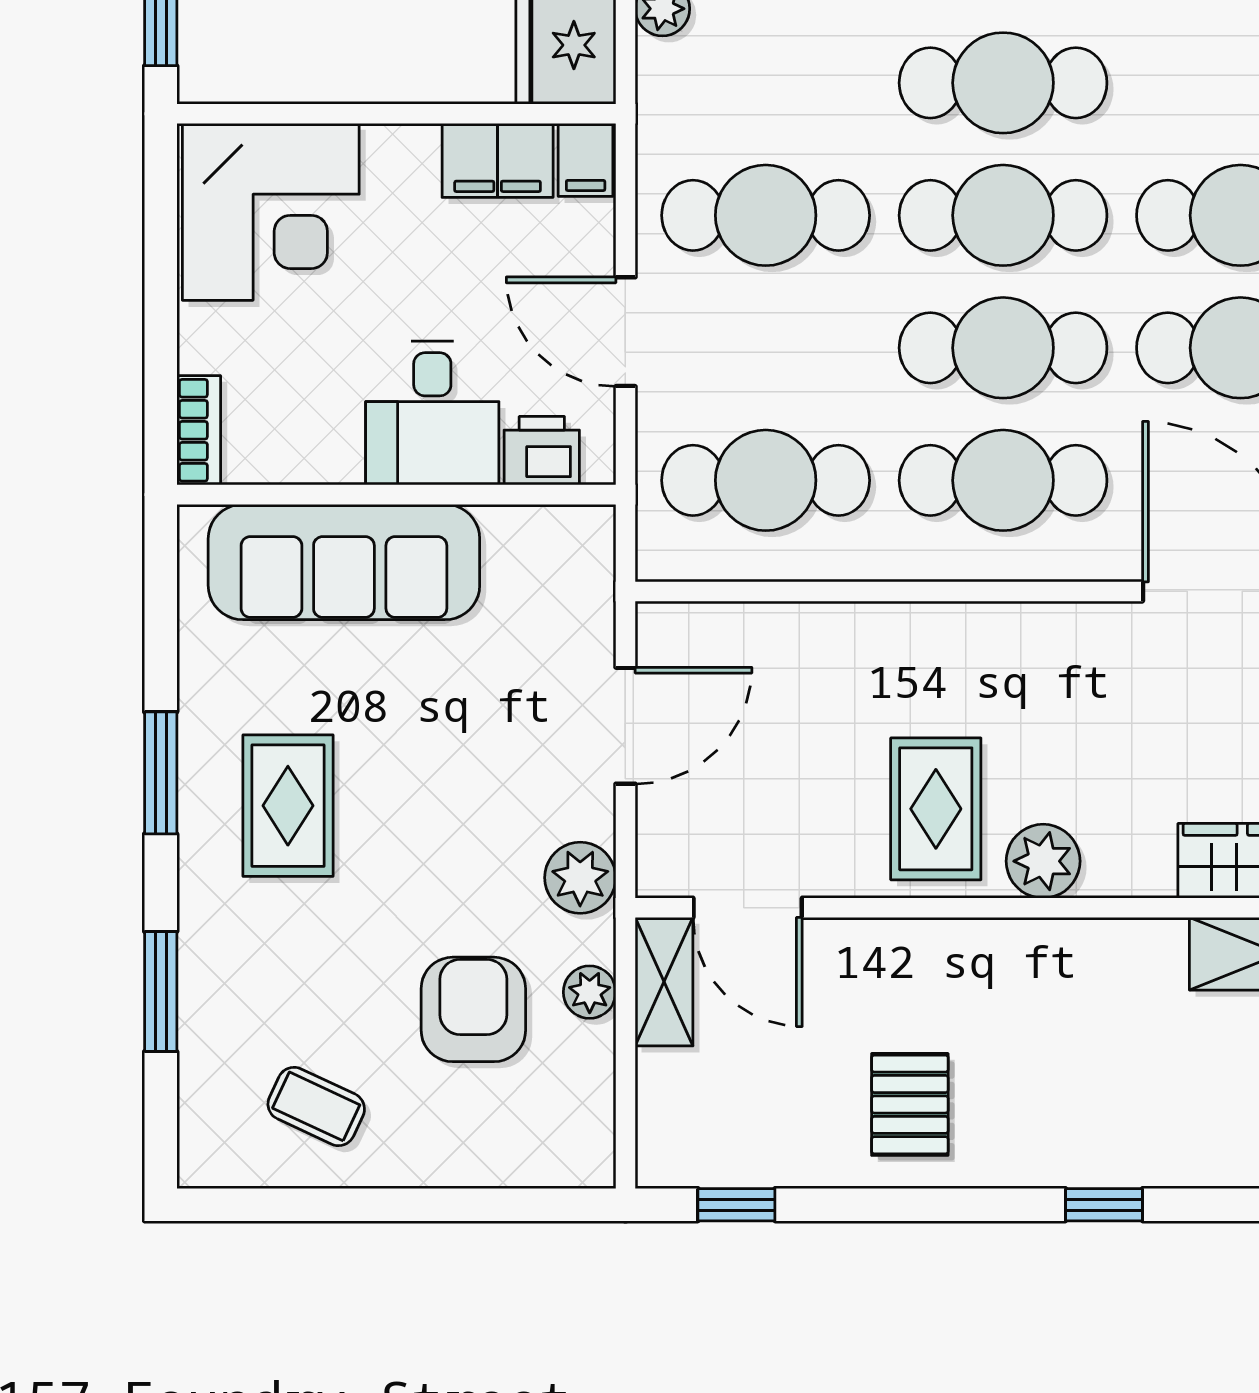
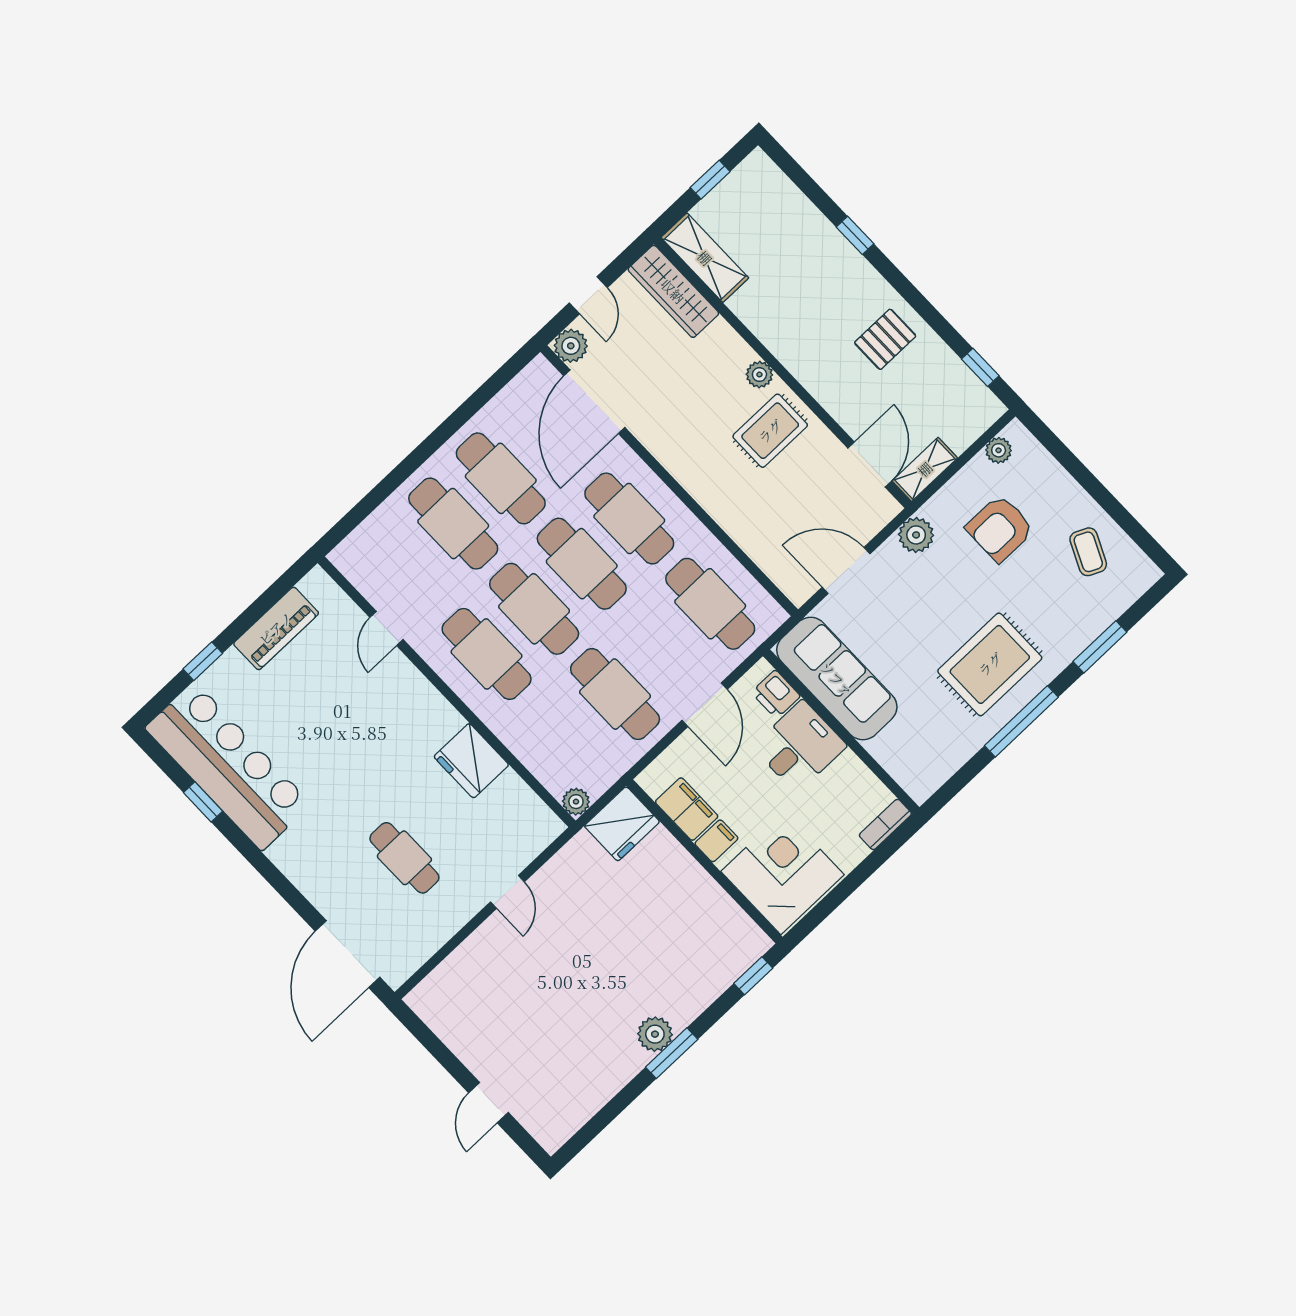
filing cabinet: (586, 160) -> (716, 841), moved
sofa: (344, 562) -> (837, 679), moved
window: (161, 773) -> (1021, 721), width x1.44
rug: (288, 806) -> (990, 664), width x1.36, depth x1.43
plant: (1043, 861) -> (759, 375), width x0.73, depth x0.73
plant: (590, 992) -> (999, 450), moved

